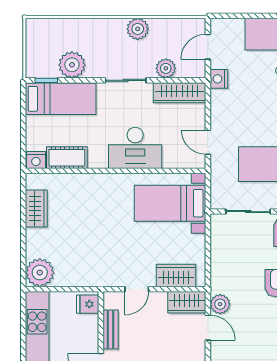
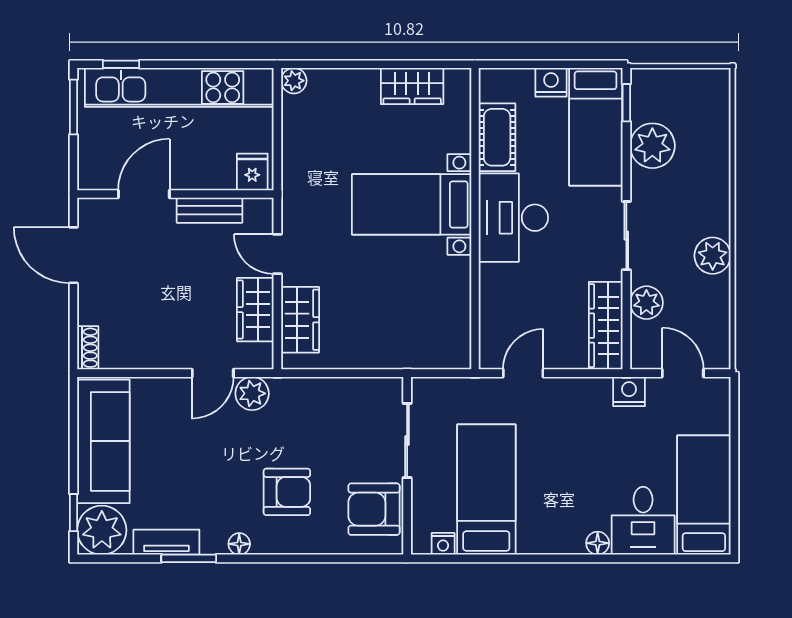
desk: (135, 148) -> (513, 218), moved
nightstand: (36, 160) -> (551, 82), moved, turned 90
bed with nightstands: (170, 203) -> (412, 204), moved, turned -90
plant: (40, 273) -> (294, 81), width x0.53, depth x0.53
wardrobe: (187, 302) -> (255, 310), moved

